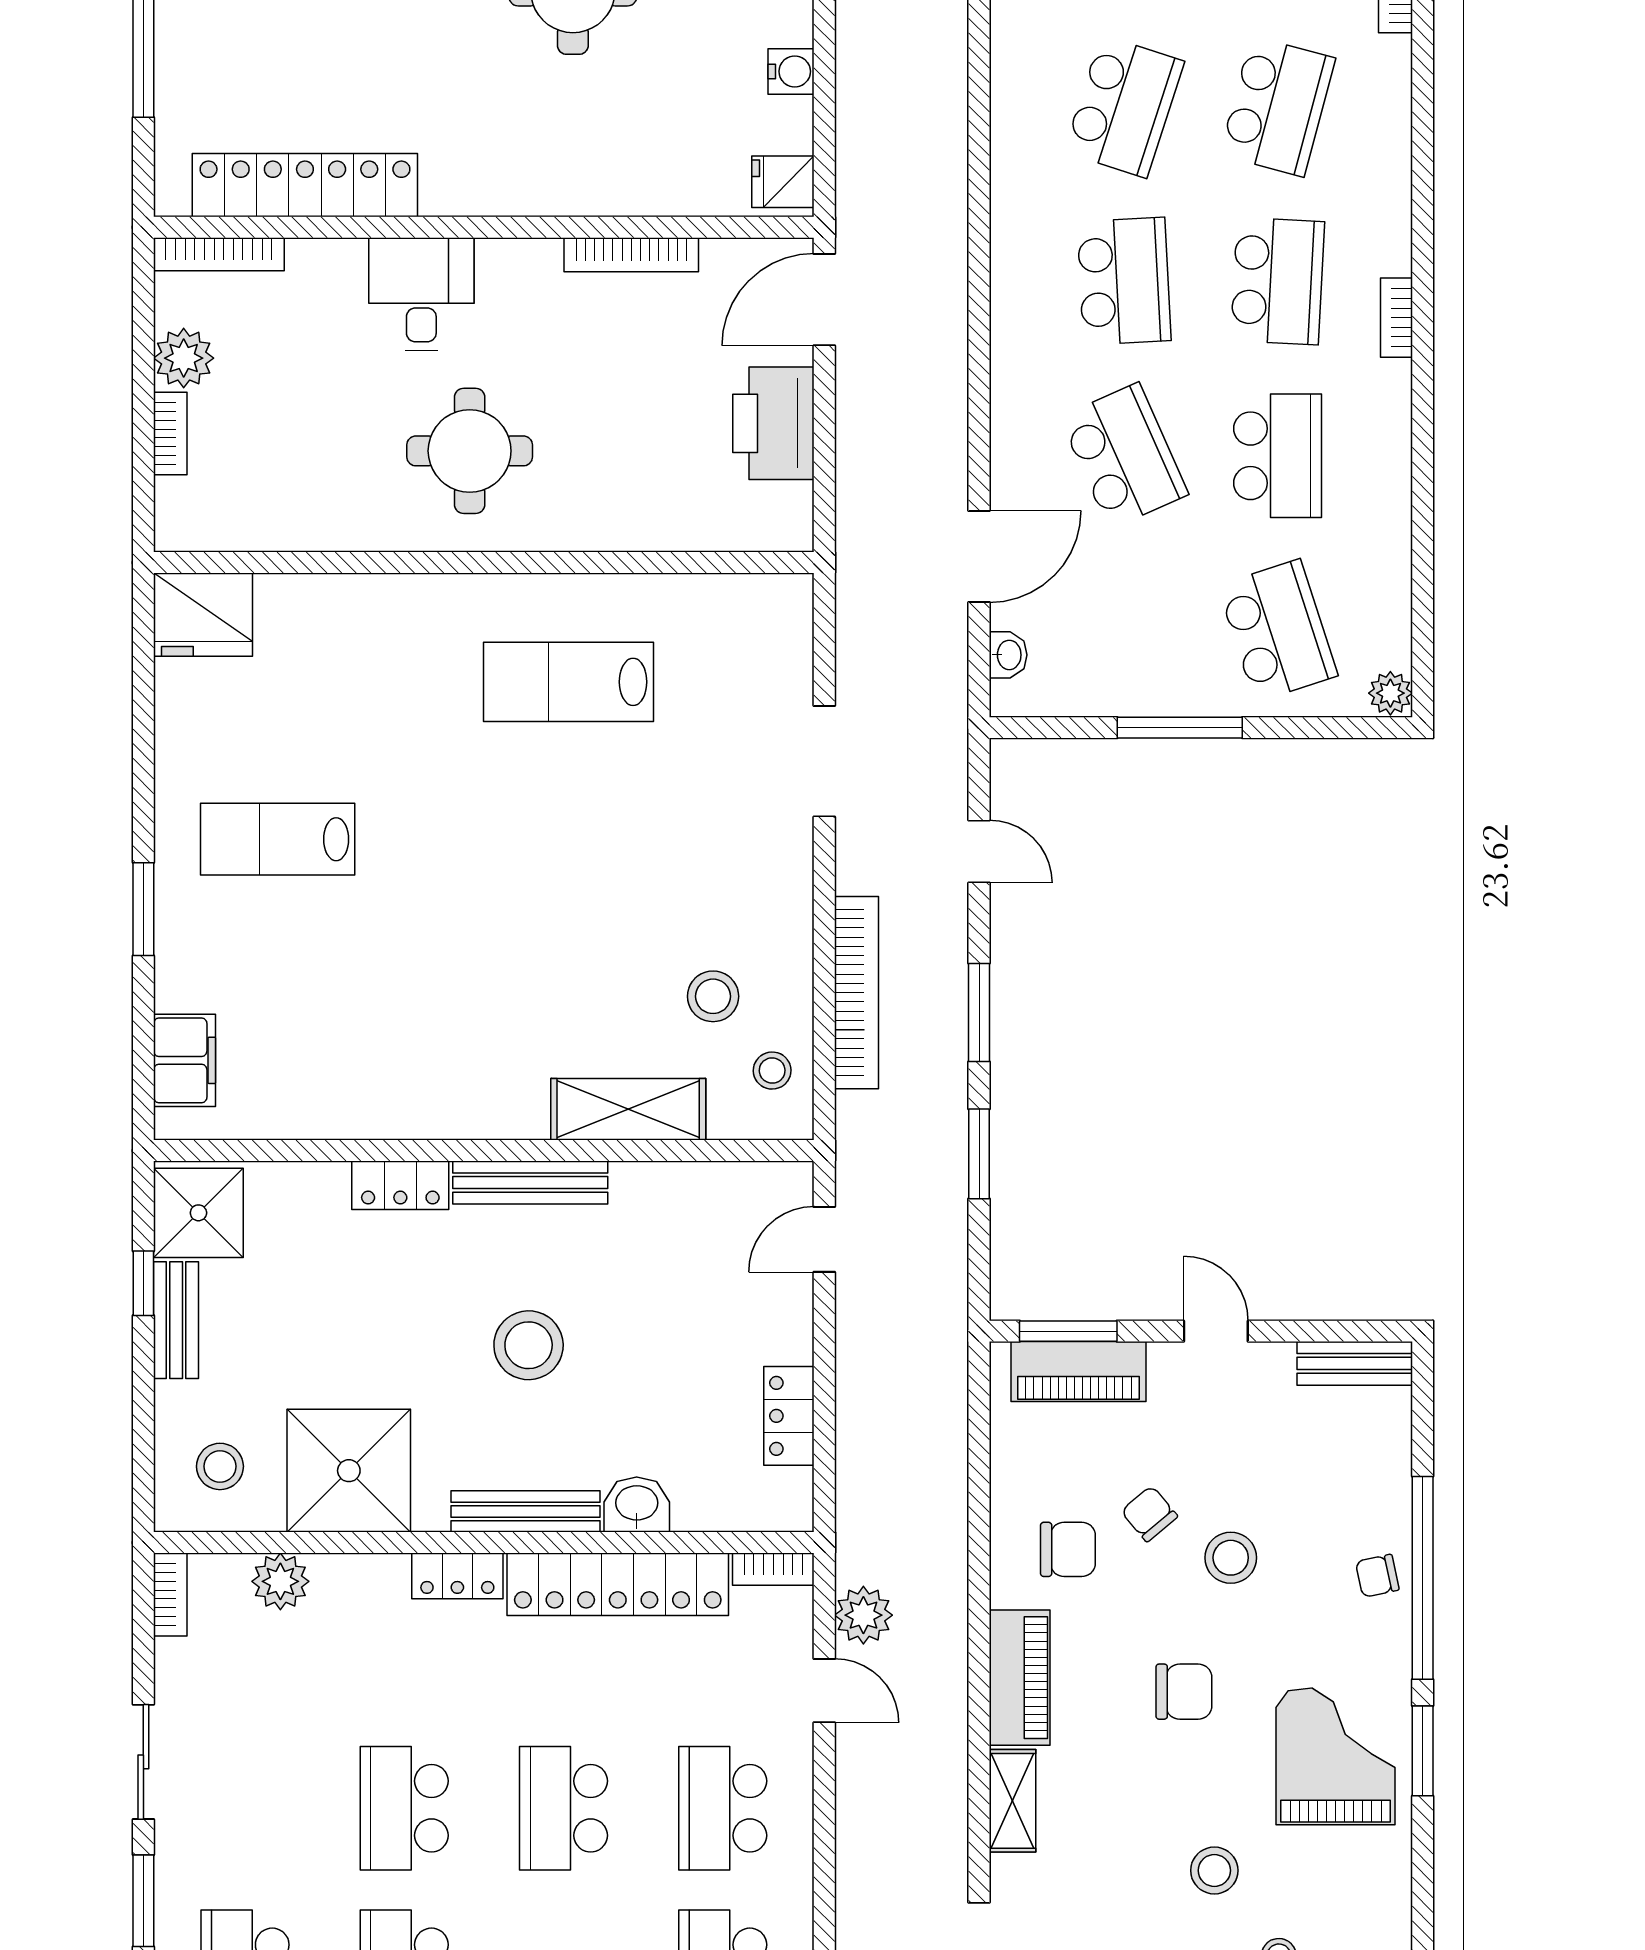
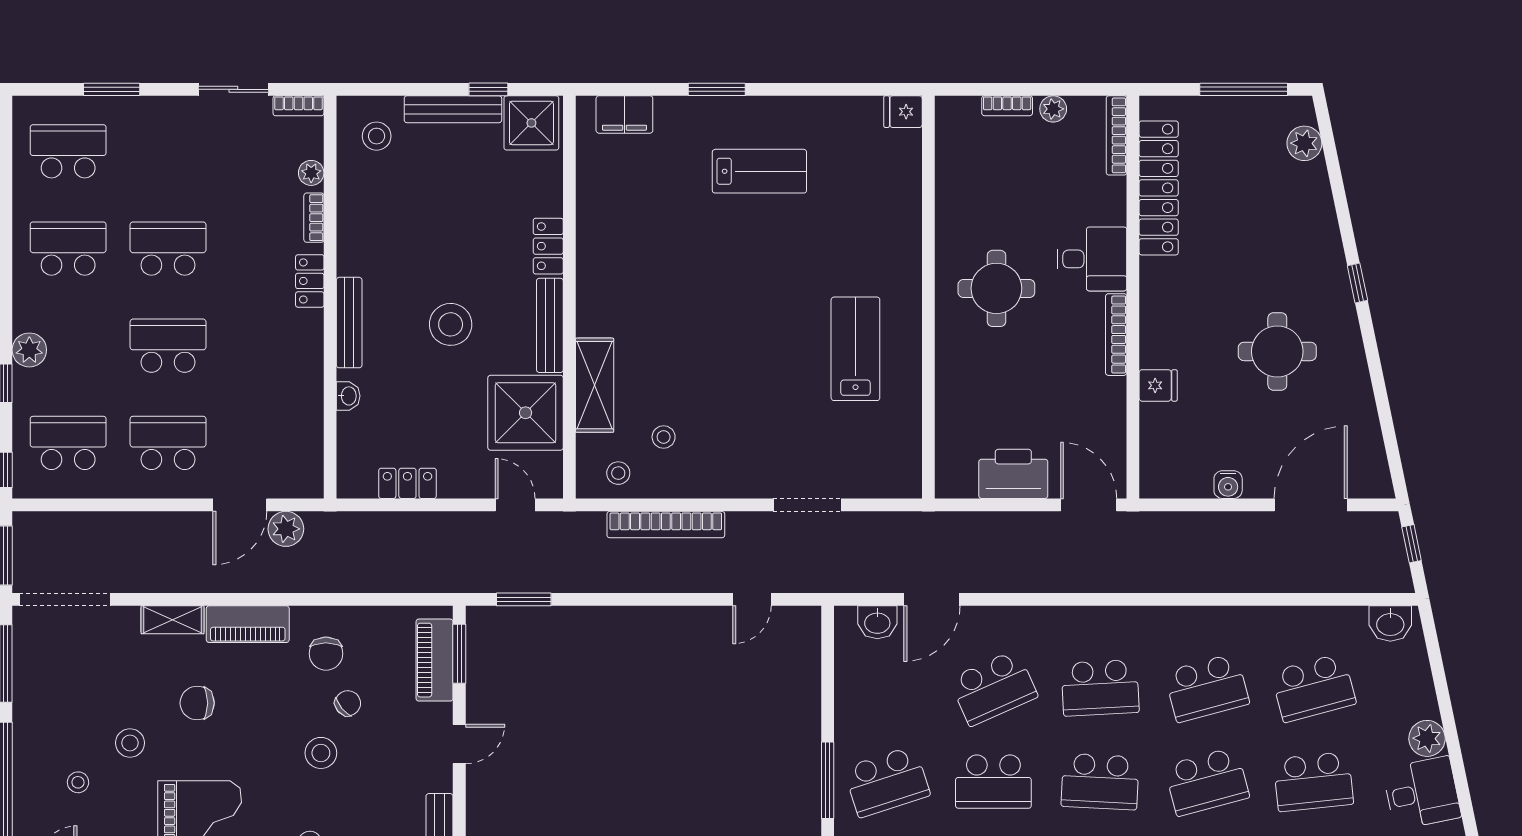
school desk: (1124, 106) -> (1207, 688), turned -33
school desk: (1278, 106) -> (1207, 782), turned -30
fridge: (783, 182) -> (1158, 385), moved, turned 90
bookcase: (631, 255) -> (1116, 335), moved
plant: (184, 358) -> (1053, 109), width x0.73, depth x0.73
door: (979, 557) -> (932, 599), hinge flipped
fridge: (203, 615) -> (903, 112), width x0.53, depth x0.75
washbasin: (1008, 655) -> (877, 622), width x1.38, depth x1.45
window: (1180, 728) -> (828, 780), moved
lab bench: (278, 839) -> (759, 171), turned 90
stool: (713, 996) -> (664, 437), width x0.73, depth x0.73
window: (979, 1013) -> (654, 599), removed
window: (979, 1154) -> (524, 599), moved
bench: (176, 1320) -> (453, 109), width x1.36
shower: (349, 1471) -> (526, 413), moved
washbasin: (637, 1505) -> (348, 396), width x0.72, depth x0.69
bookcase: (773, 1569) -> (314, 218), moved
plant: (280, 1581) -> (311, 173), width x0.73, depth x0.73
locker: (618, 1584) -> (305, 379), removed
door: (824, 1691) -> (240, 505), width x1.37
chair: (1184, 1692) -> (197, 703), moved, turned 90
sliding door: (143, 1762) -> (233, 89), moved

